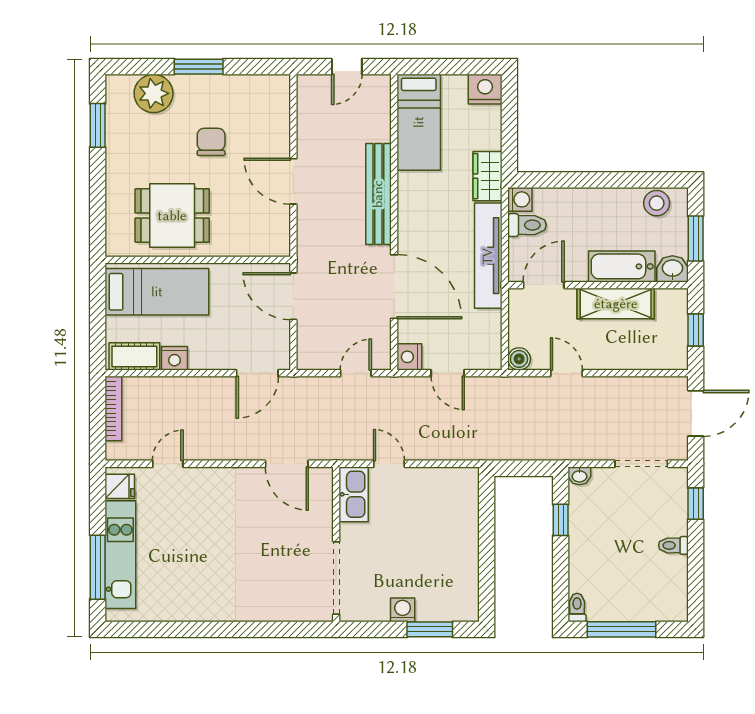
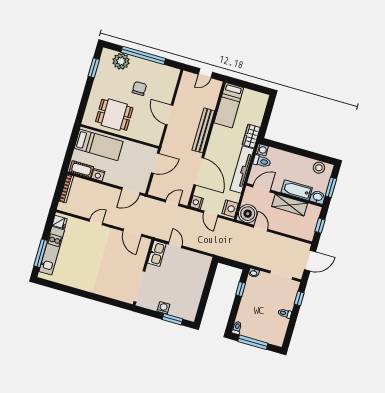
window: (199, 67) -> (143, 55), width x2.11
nightstand: (485, 89) -> (230, 208), moved, turned 90
door: (293, 296) -> (155, 163), swing flipped
boiler: (519, 359) -> (248, 214), width x1.86, depth x1.86
door: (168, 464) -> (96, 222), moved

